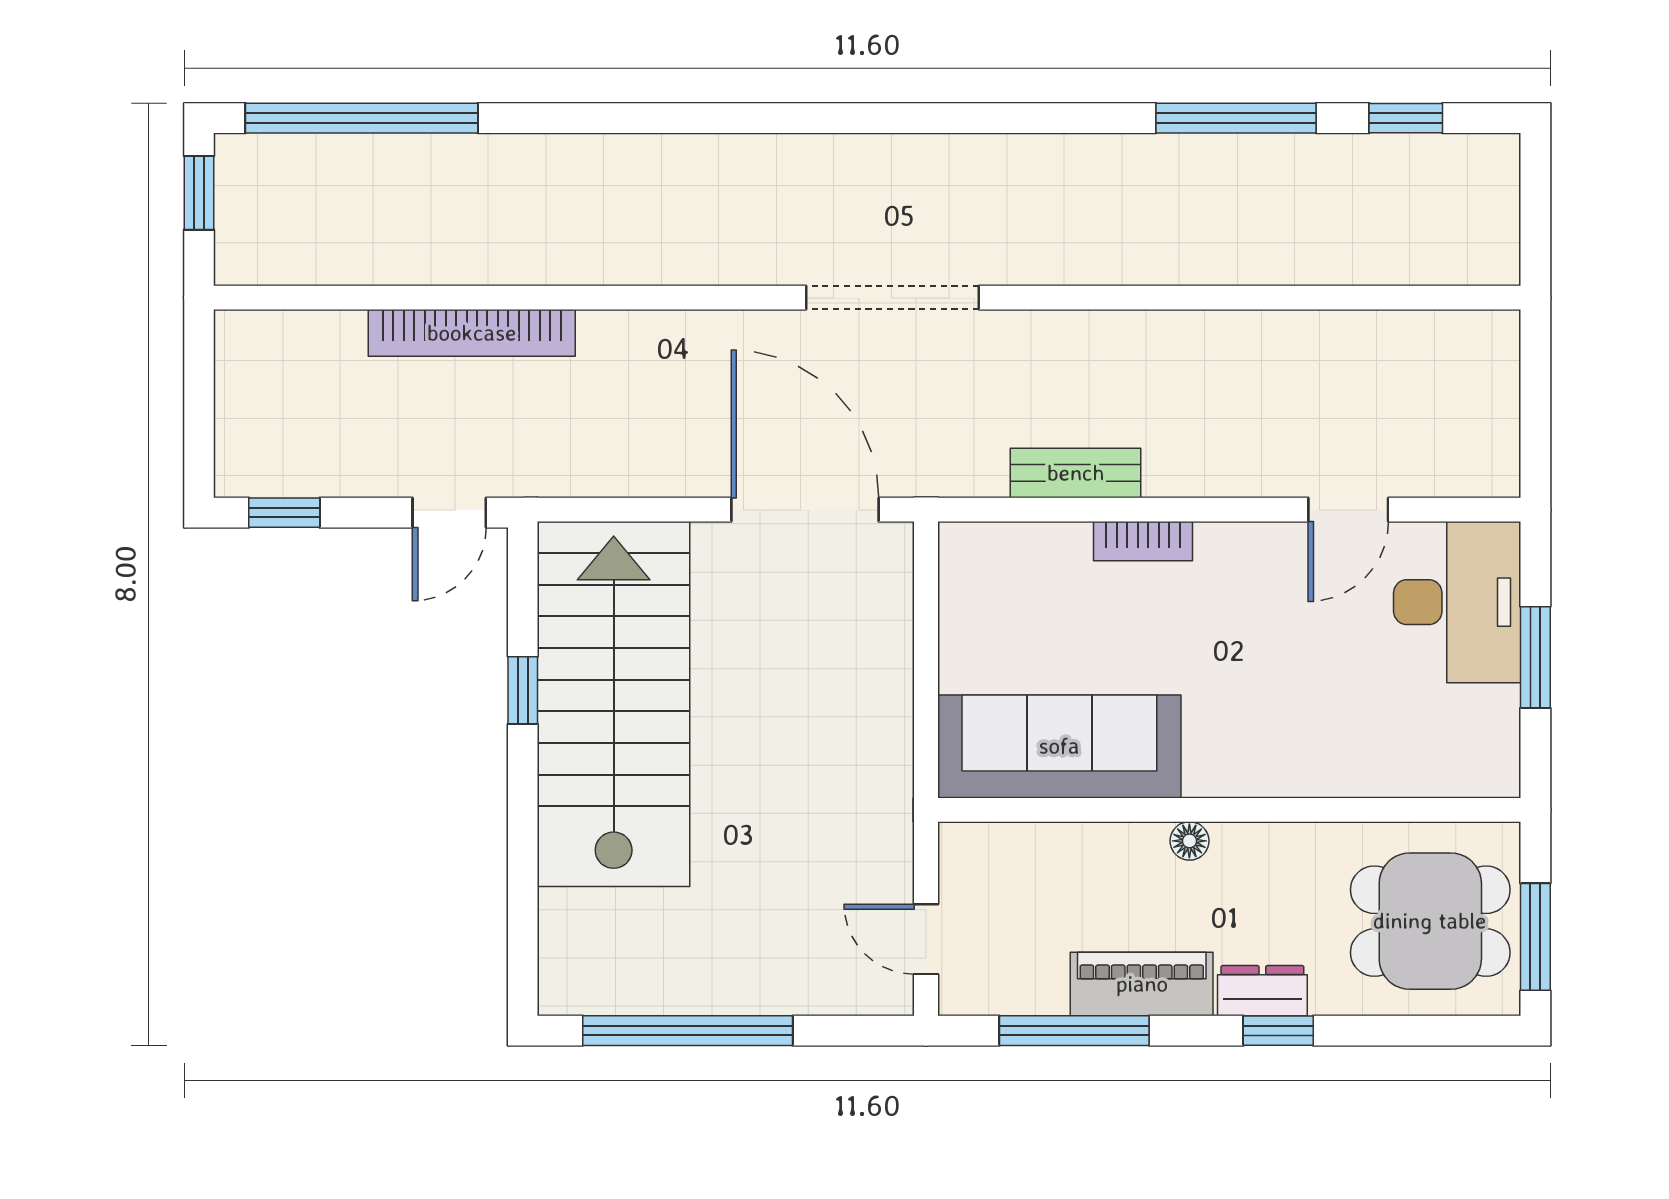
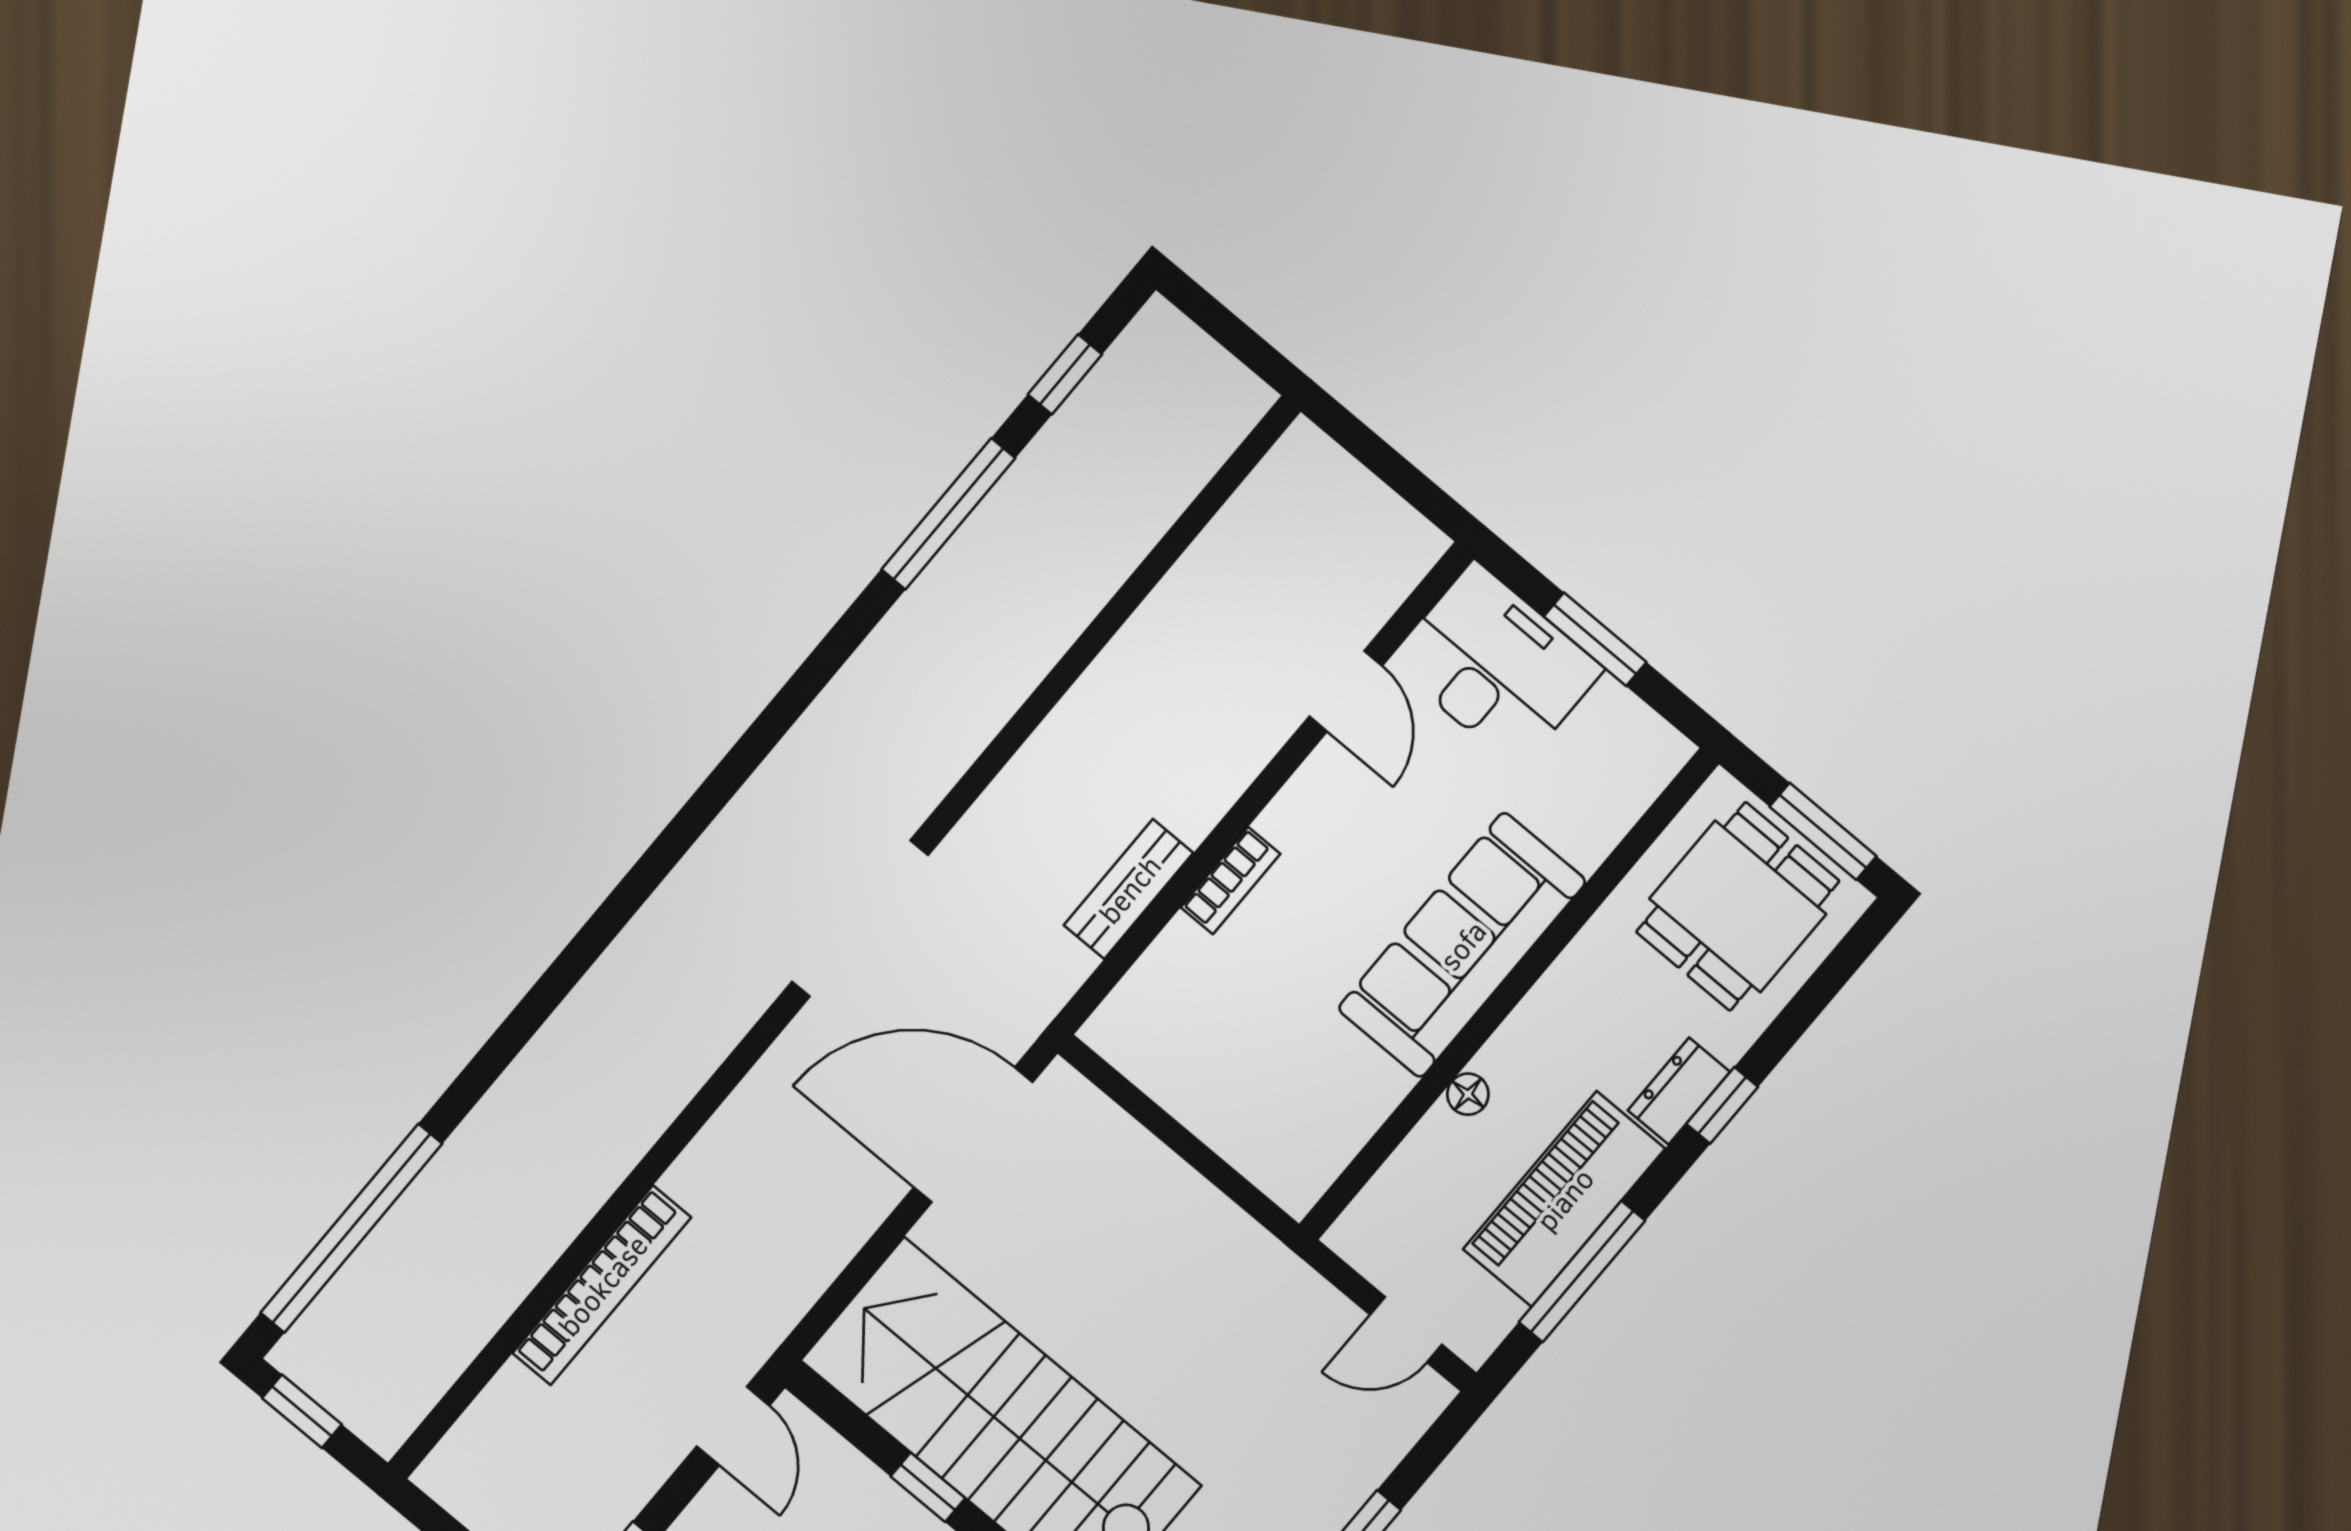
sofa: (1059, 746) -> (1462, 945), moved
floor lamp: (1189, 841) -> (1468, 1094), moved
piano: (1142, 984) -> (1564, 1199), width x1.37, depth x1.33

